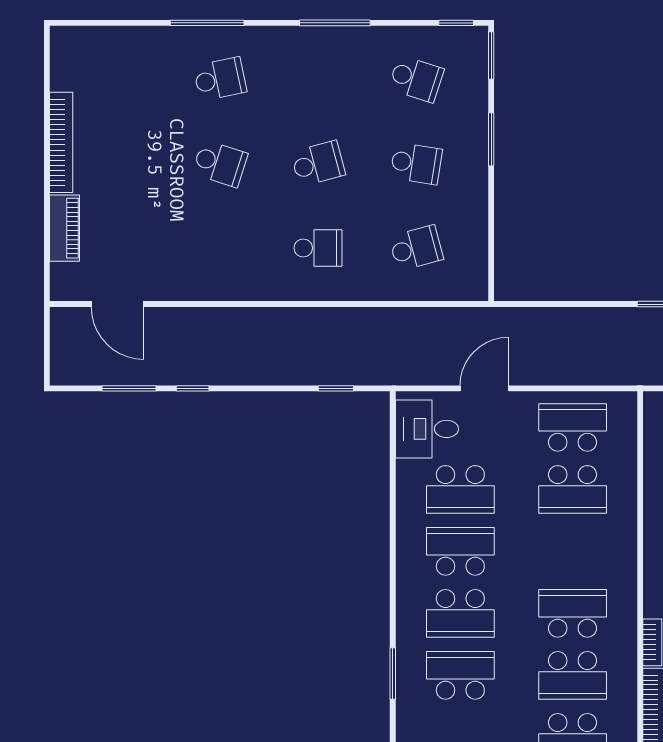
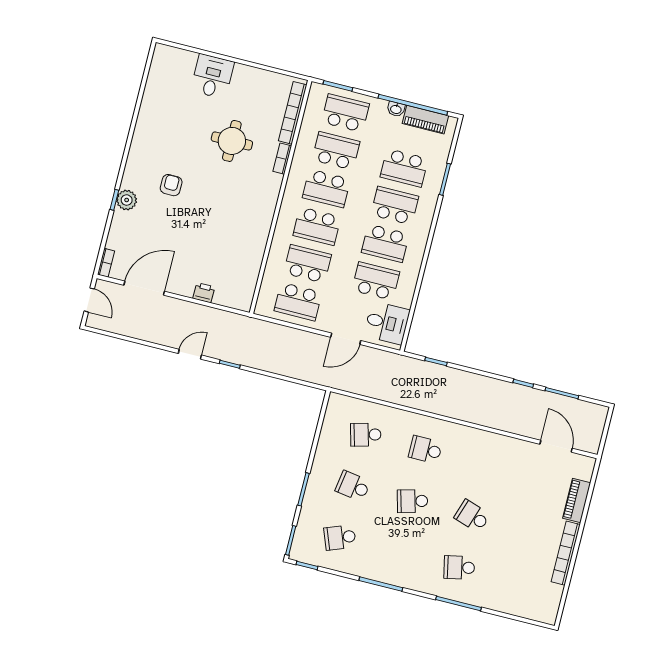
school desk: (416, 79) -> (340, 538), turned -39
school desk: (573, 551) -> (317, 226), added

